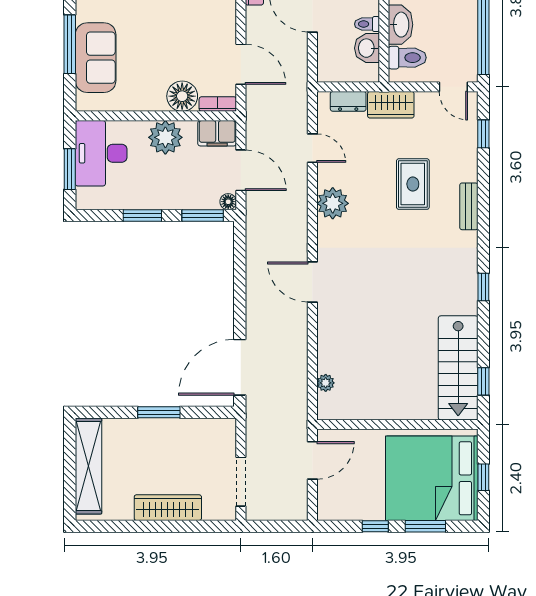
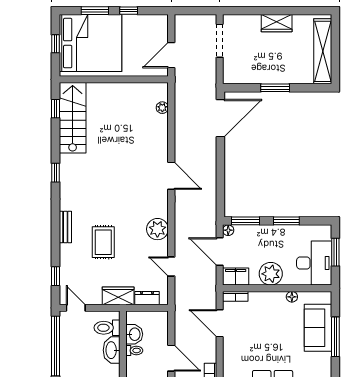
floor lamp: (182, 96) -> (292, 297), moved, width x0.53, depth x0.53
wardrobe: (168, 508) -> (277, 23), width x0.67

